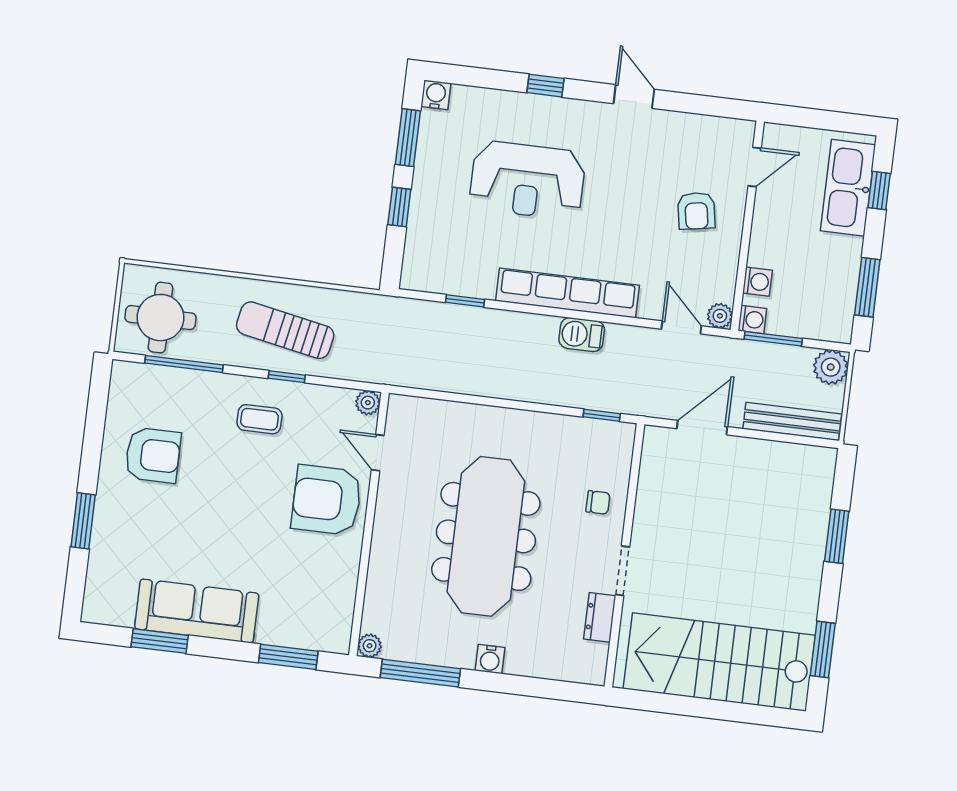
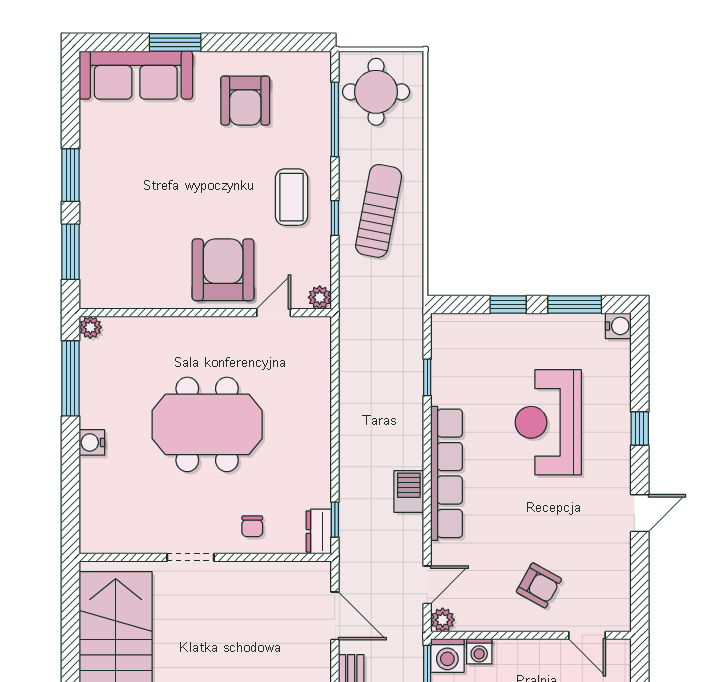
armchair: (696, 211) -> (539, 585), turned -141
washing machine: (752, 320) -> (447, 656), width x1.38, depth x1.38
coffee table: (259, 419) -> (292, 197), width x1.36, depth x1.30
meeting table: (486, 536) -> (207, 424), width x0.73
sofa: (197, 611) -> (136, 75), moved, turned 90
dresser: (600, 617) -> (319, 532), moved, turned -90
window: (160, 641) -> (70, 175), moved

